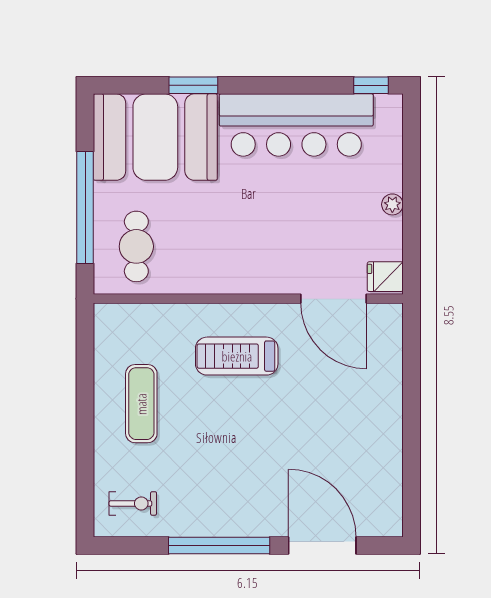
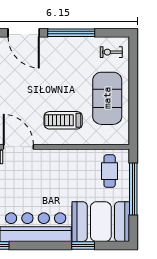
treadmill: (237, 356) -> (63, 120), turned 180
exercise mat: (141, 404) -> (107, 98), width x2.00, depth x1.45

